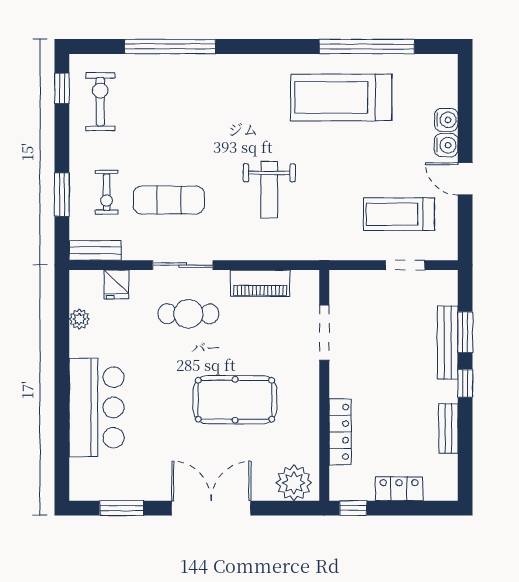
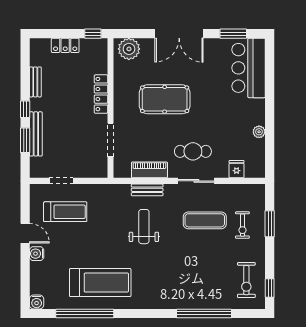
water cooler: (446, 120) -> (37, 302), moved, turned -90
exercise bike: (107, 192) -> (242, 225), turned 180
bench: (95, 250) -> (147, 190), moved
plant: (79, 319) -> (259, 132), moved
bar counter: (97, 407) -> (249, 68), moved
locker: (340, 432) -> (101, 94), moved

